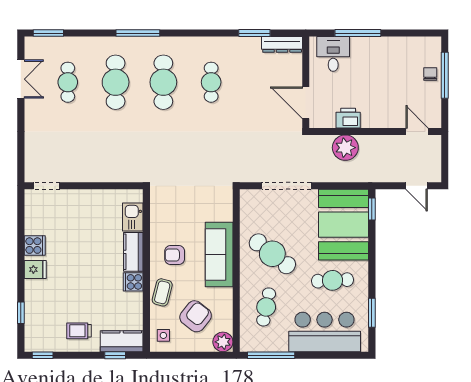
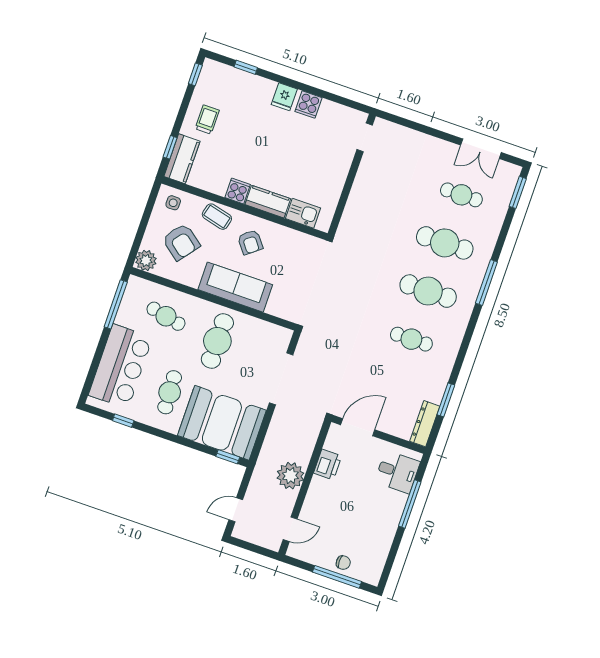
plant: (345, 148) -> (290, 476), moved
cafe table: (272, 254) -> (217, 341), turned -38
armchair: (175, 255) -> (250, 242), turned 142
window: (372, 313) -> (123, 421), width x0.67

